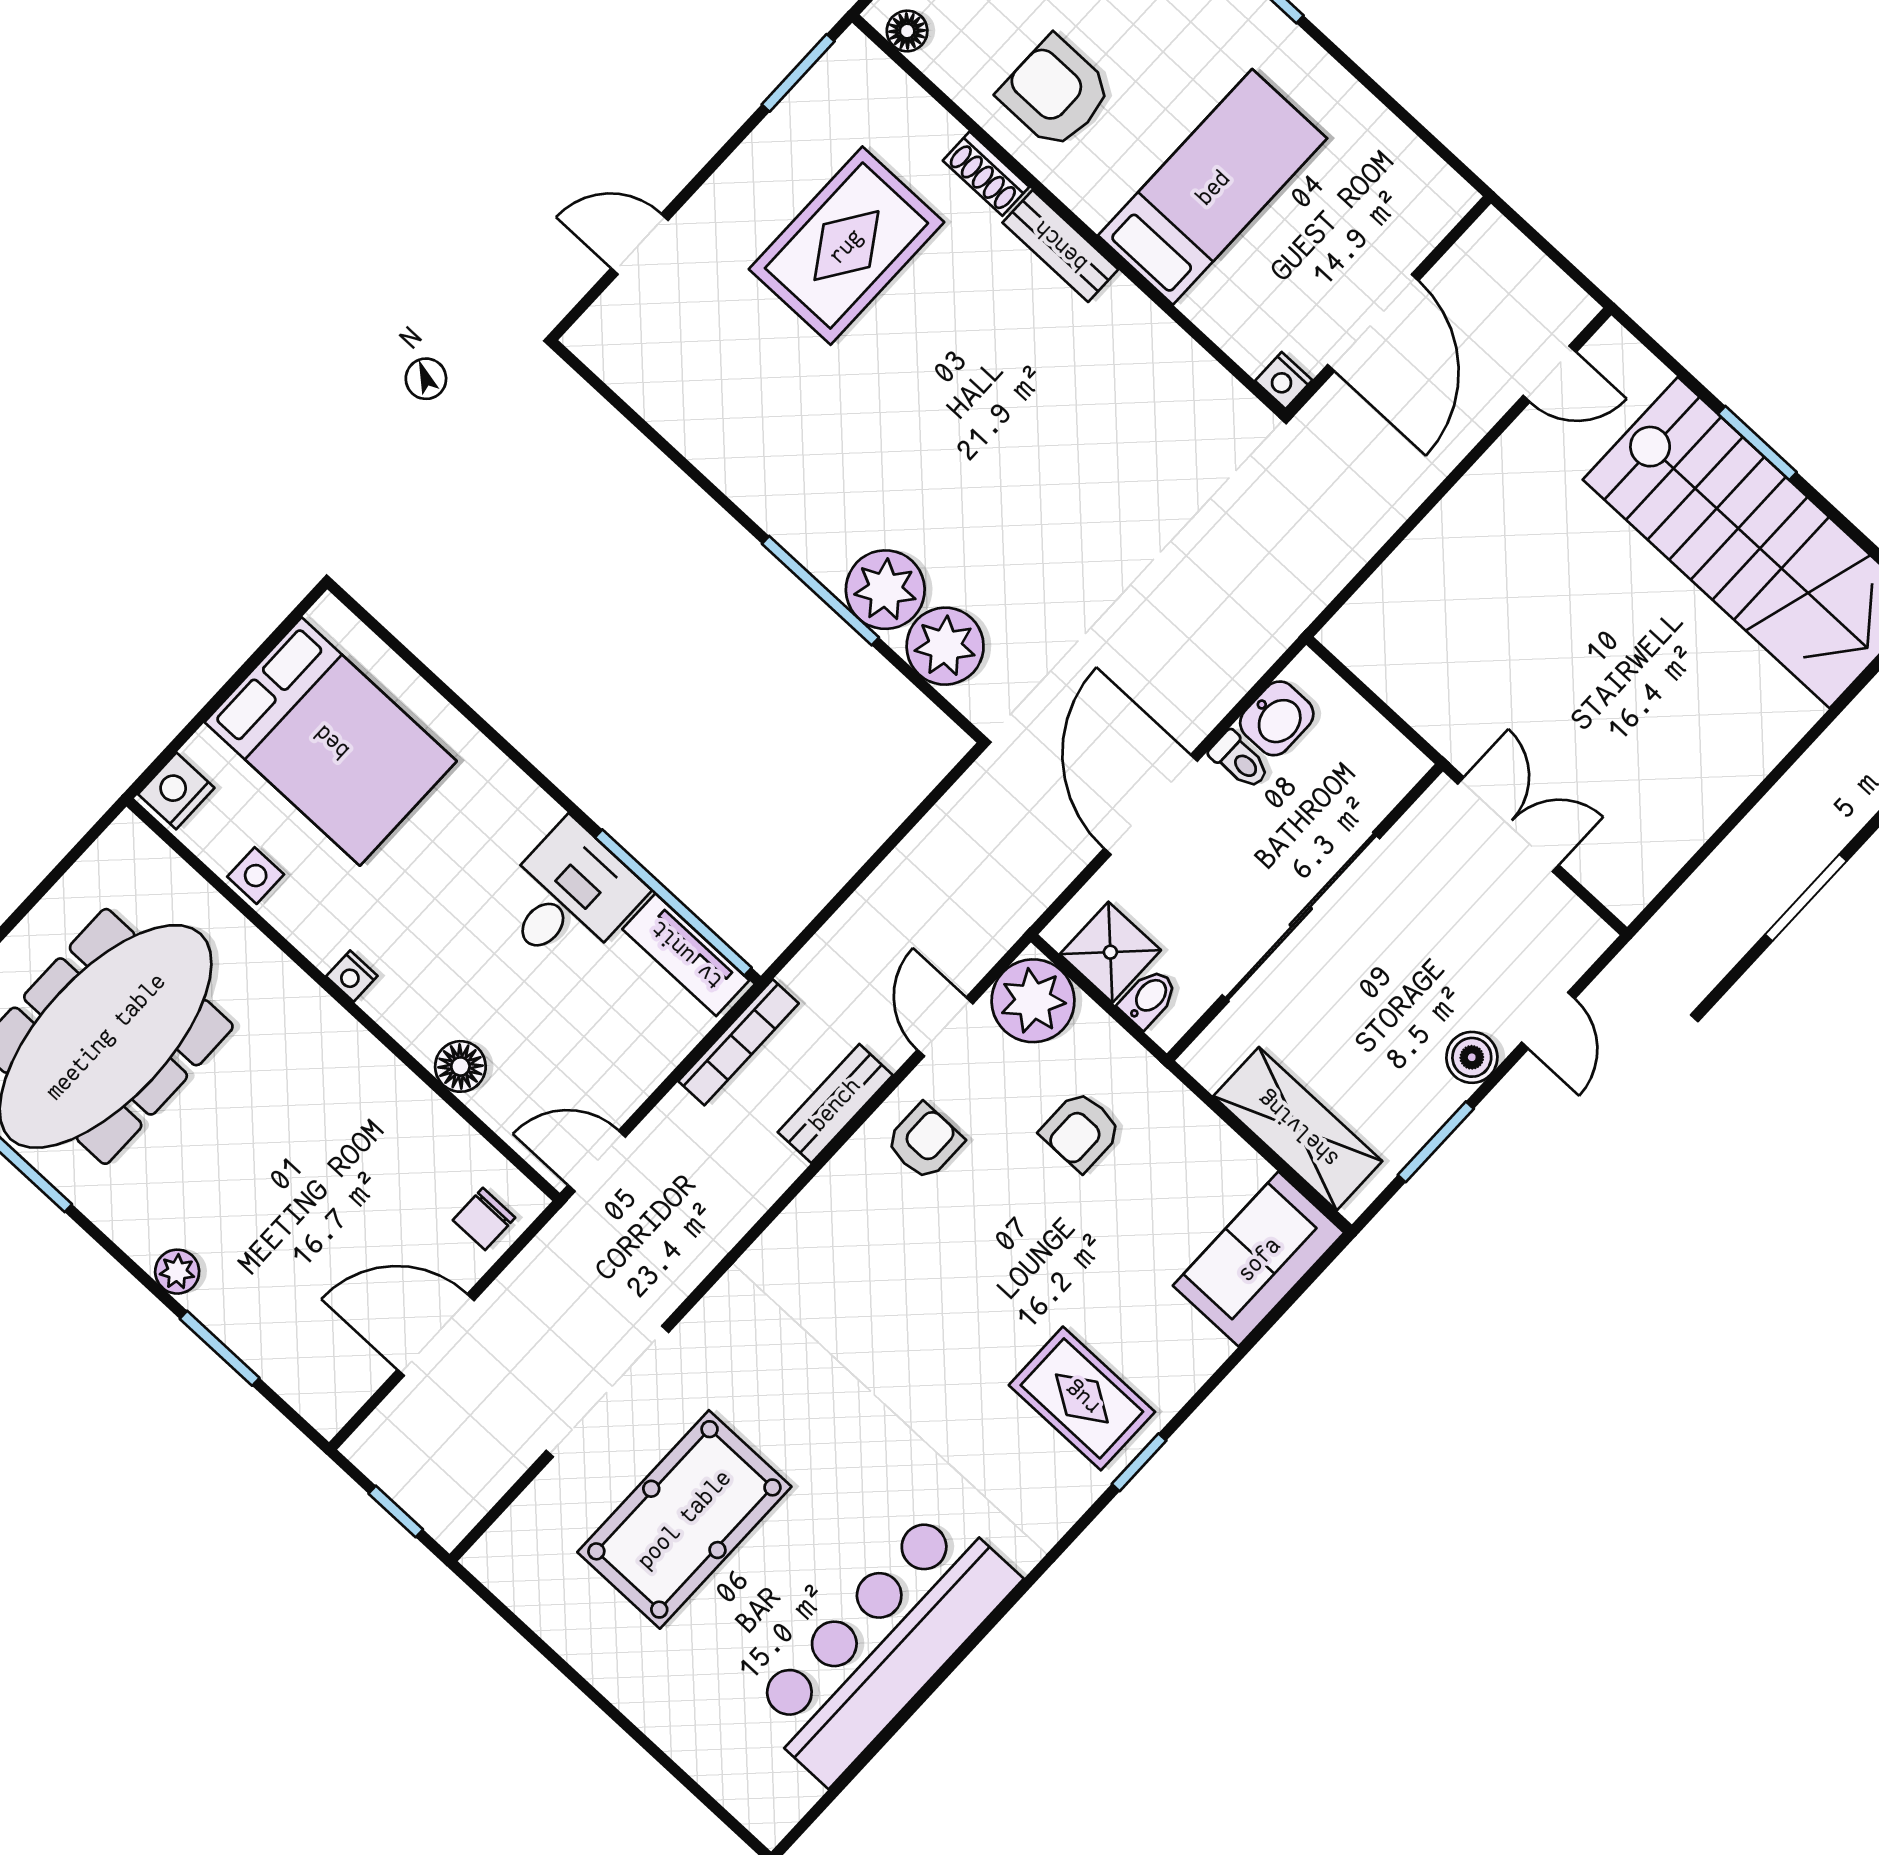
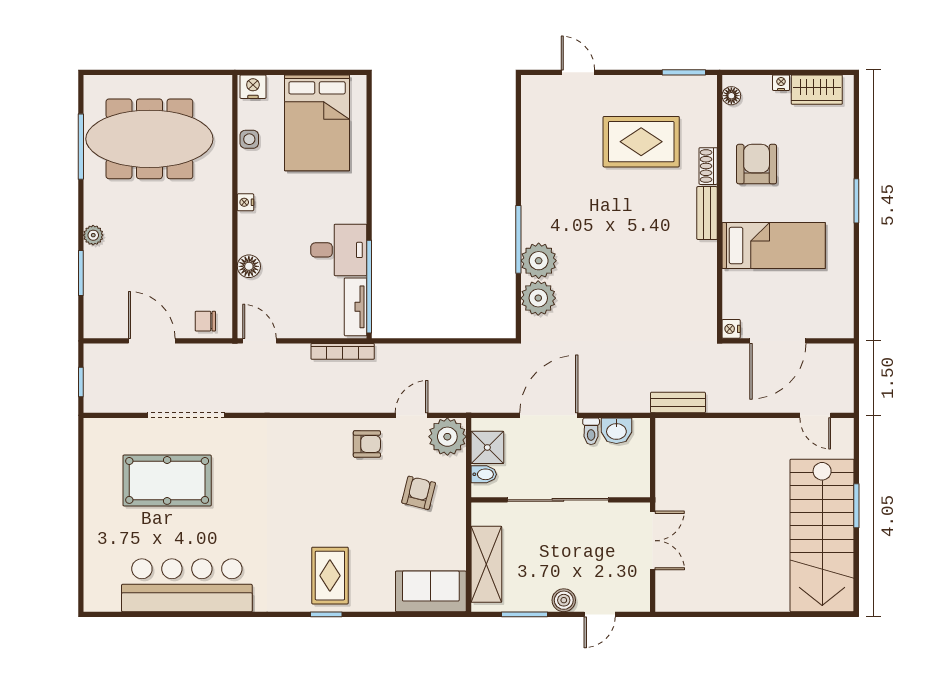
bench: (835, 1104) -> (678, 402), moved
armchair: (1081, 1131) -> (419, 493), turned 104

